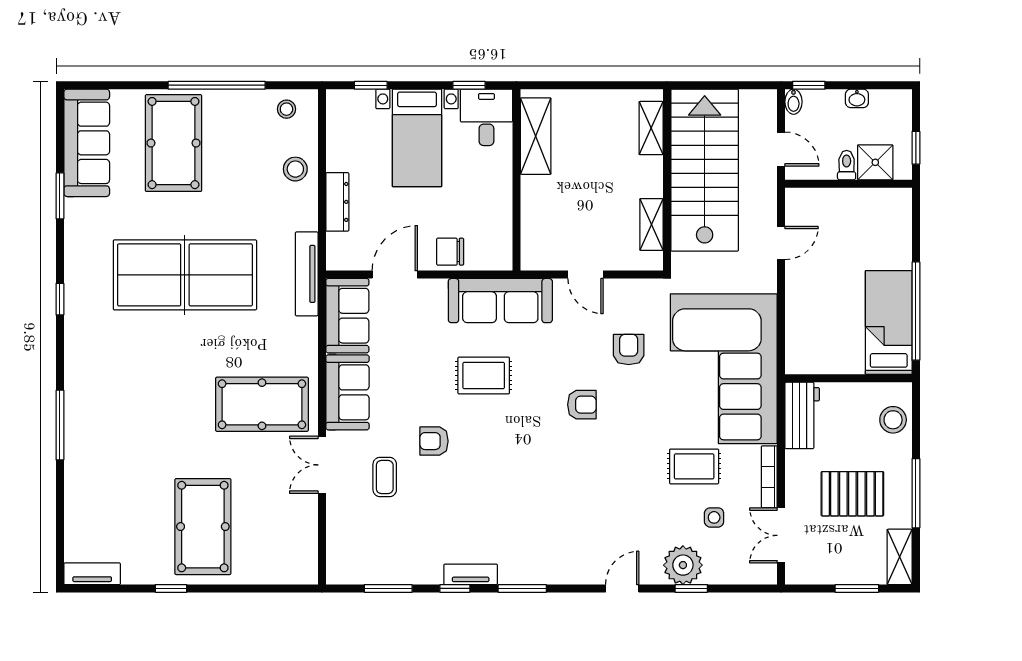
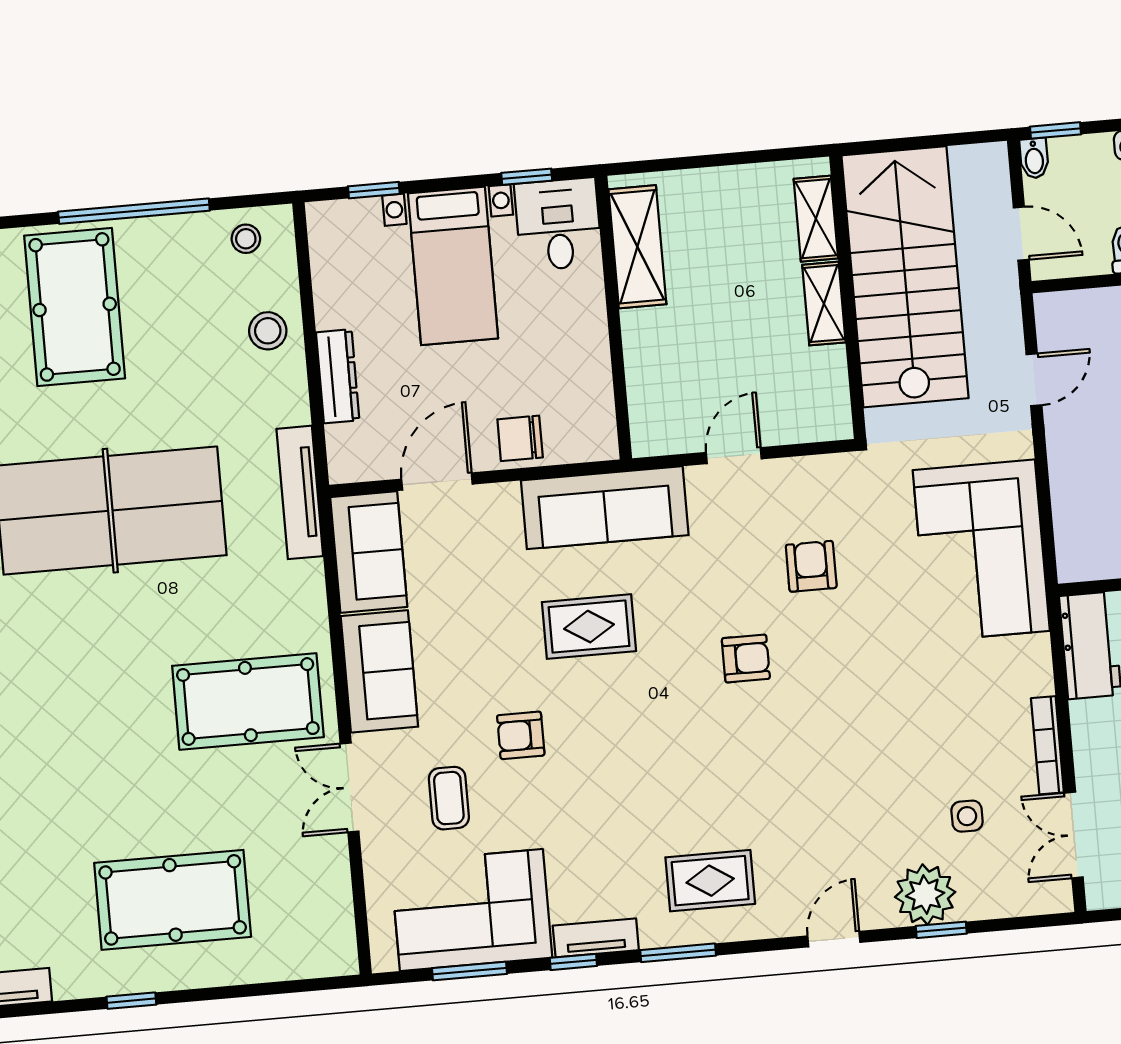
shelving: (651, 224) -> (824, 304), moved
door: (585, 275) -> (734, 456), swing flipped
corner sofa: (724, 369) -> (981, 550), width x0.73, depth x0.74
rug: (694, 466) -> (710, 881), moved
pool table: (203, 527) -> (173, 900), turned 90
corner sofa: (393, 550) -> (471, 910), added

